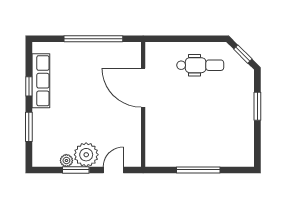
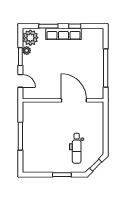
dental chair: (200, 65) -> (77, 148), moved
row of seats: (41, 81) -> (64, 34), moved
door: (143, 88) -> (74, 100), hinge flipped
plant: (86, 155) -> (30, 38), moved

